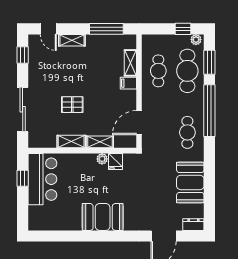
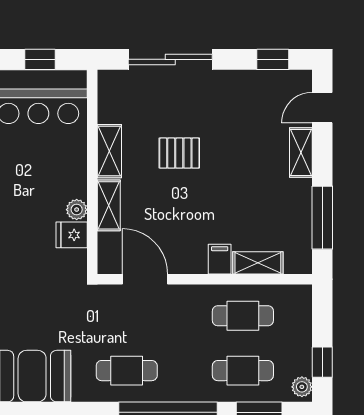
cafe table: (187, 71) -> (243, 371), width x0.73, depth x0.74
pallet: (72, 105) -> (179, 153), turned 90

